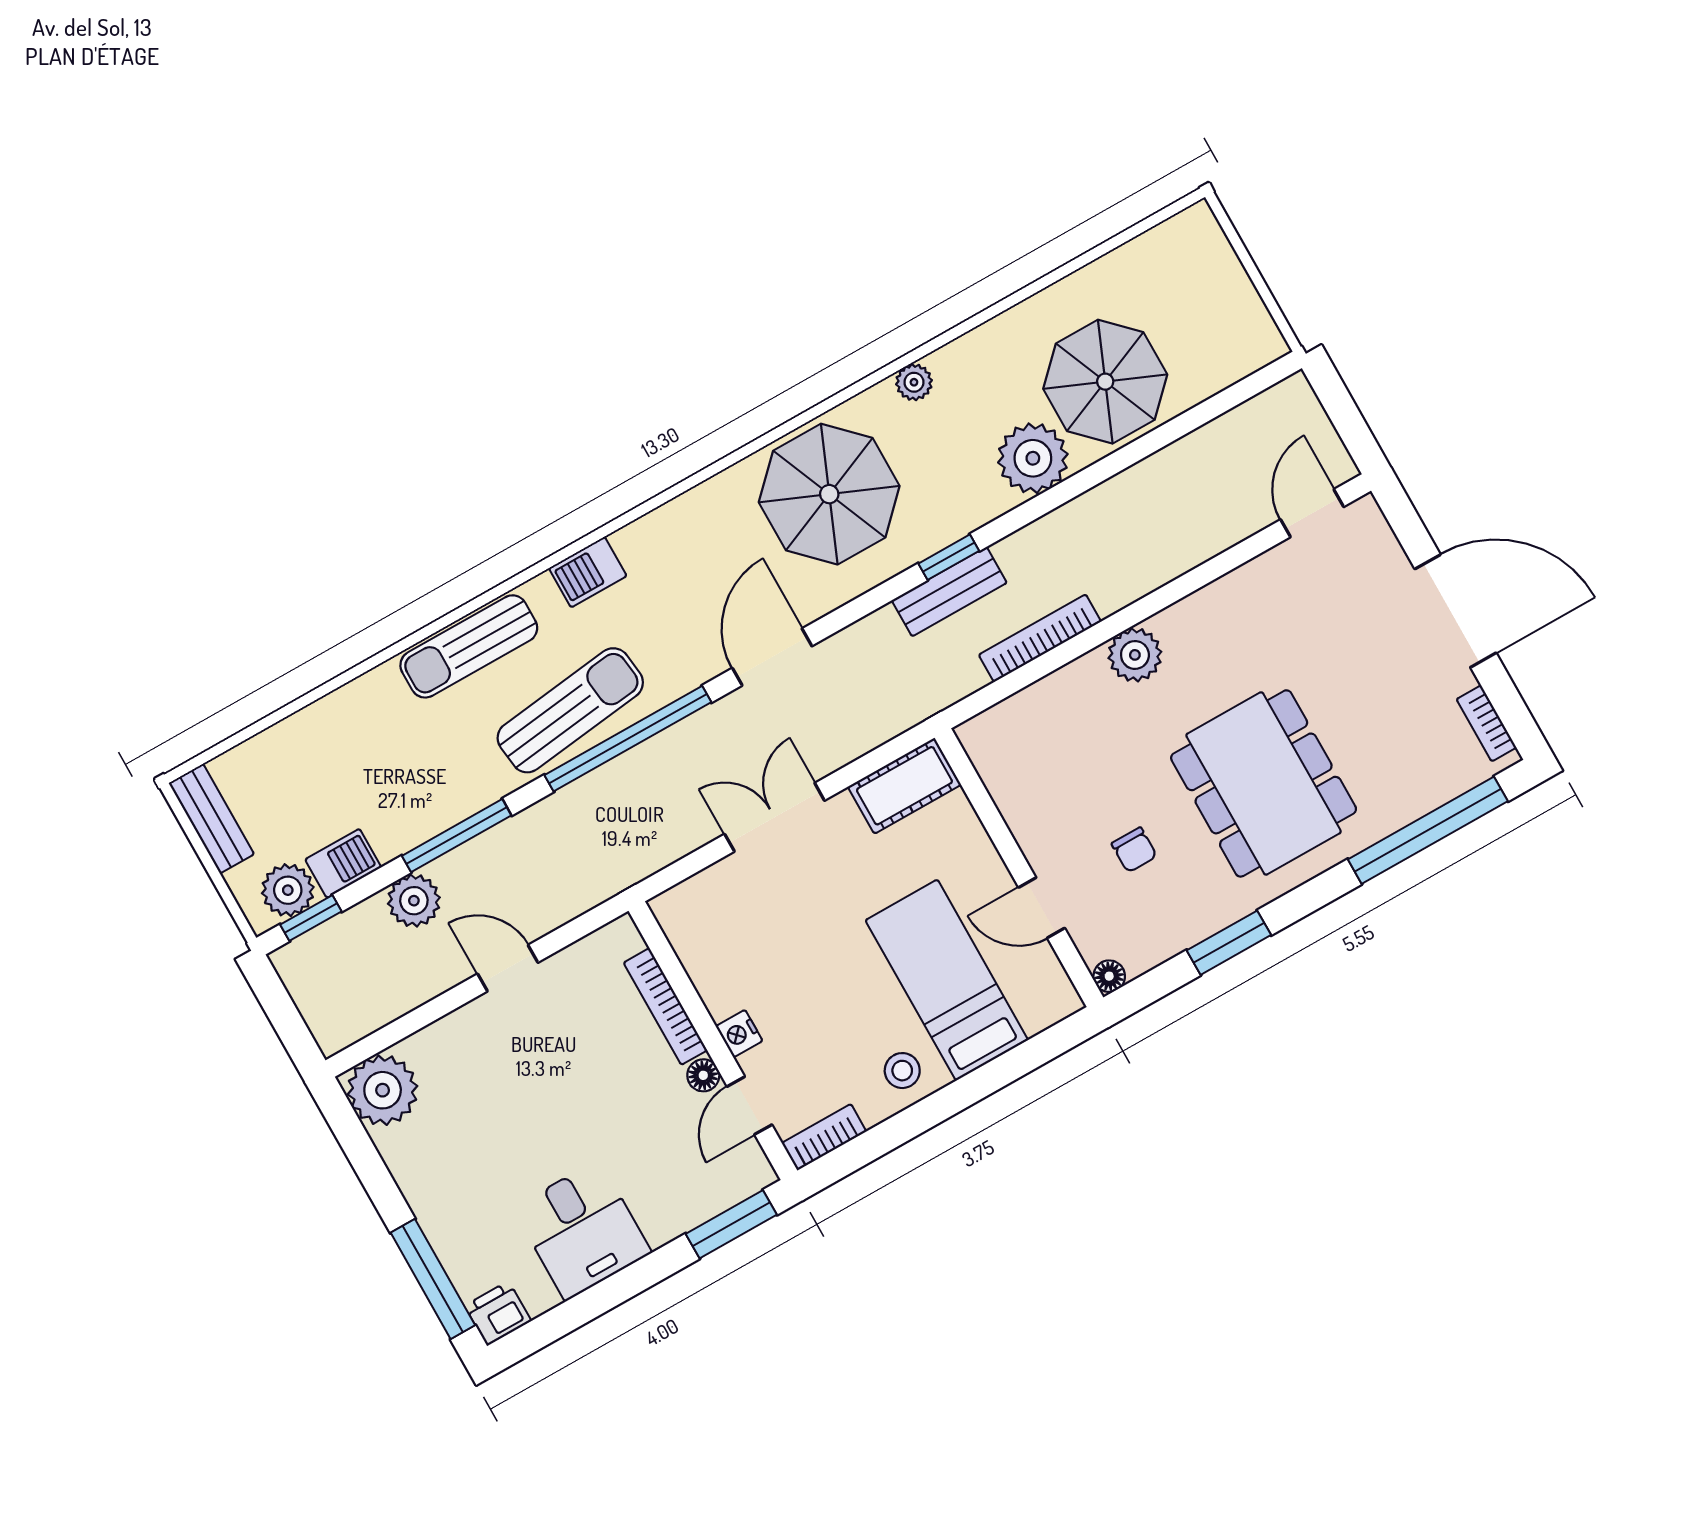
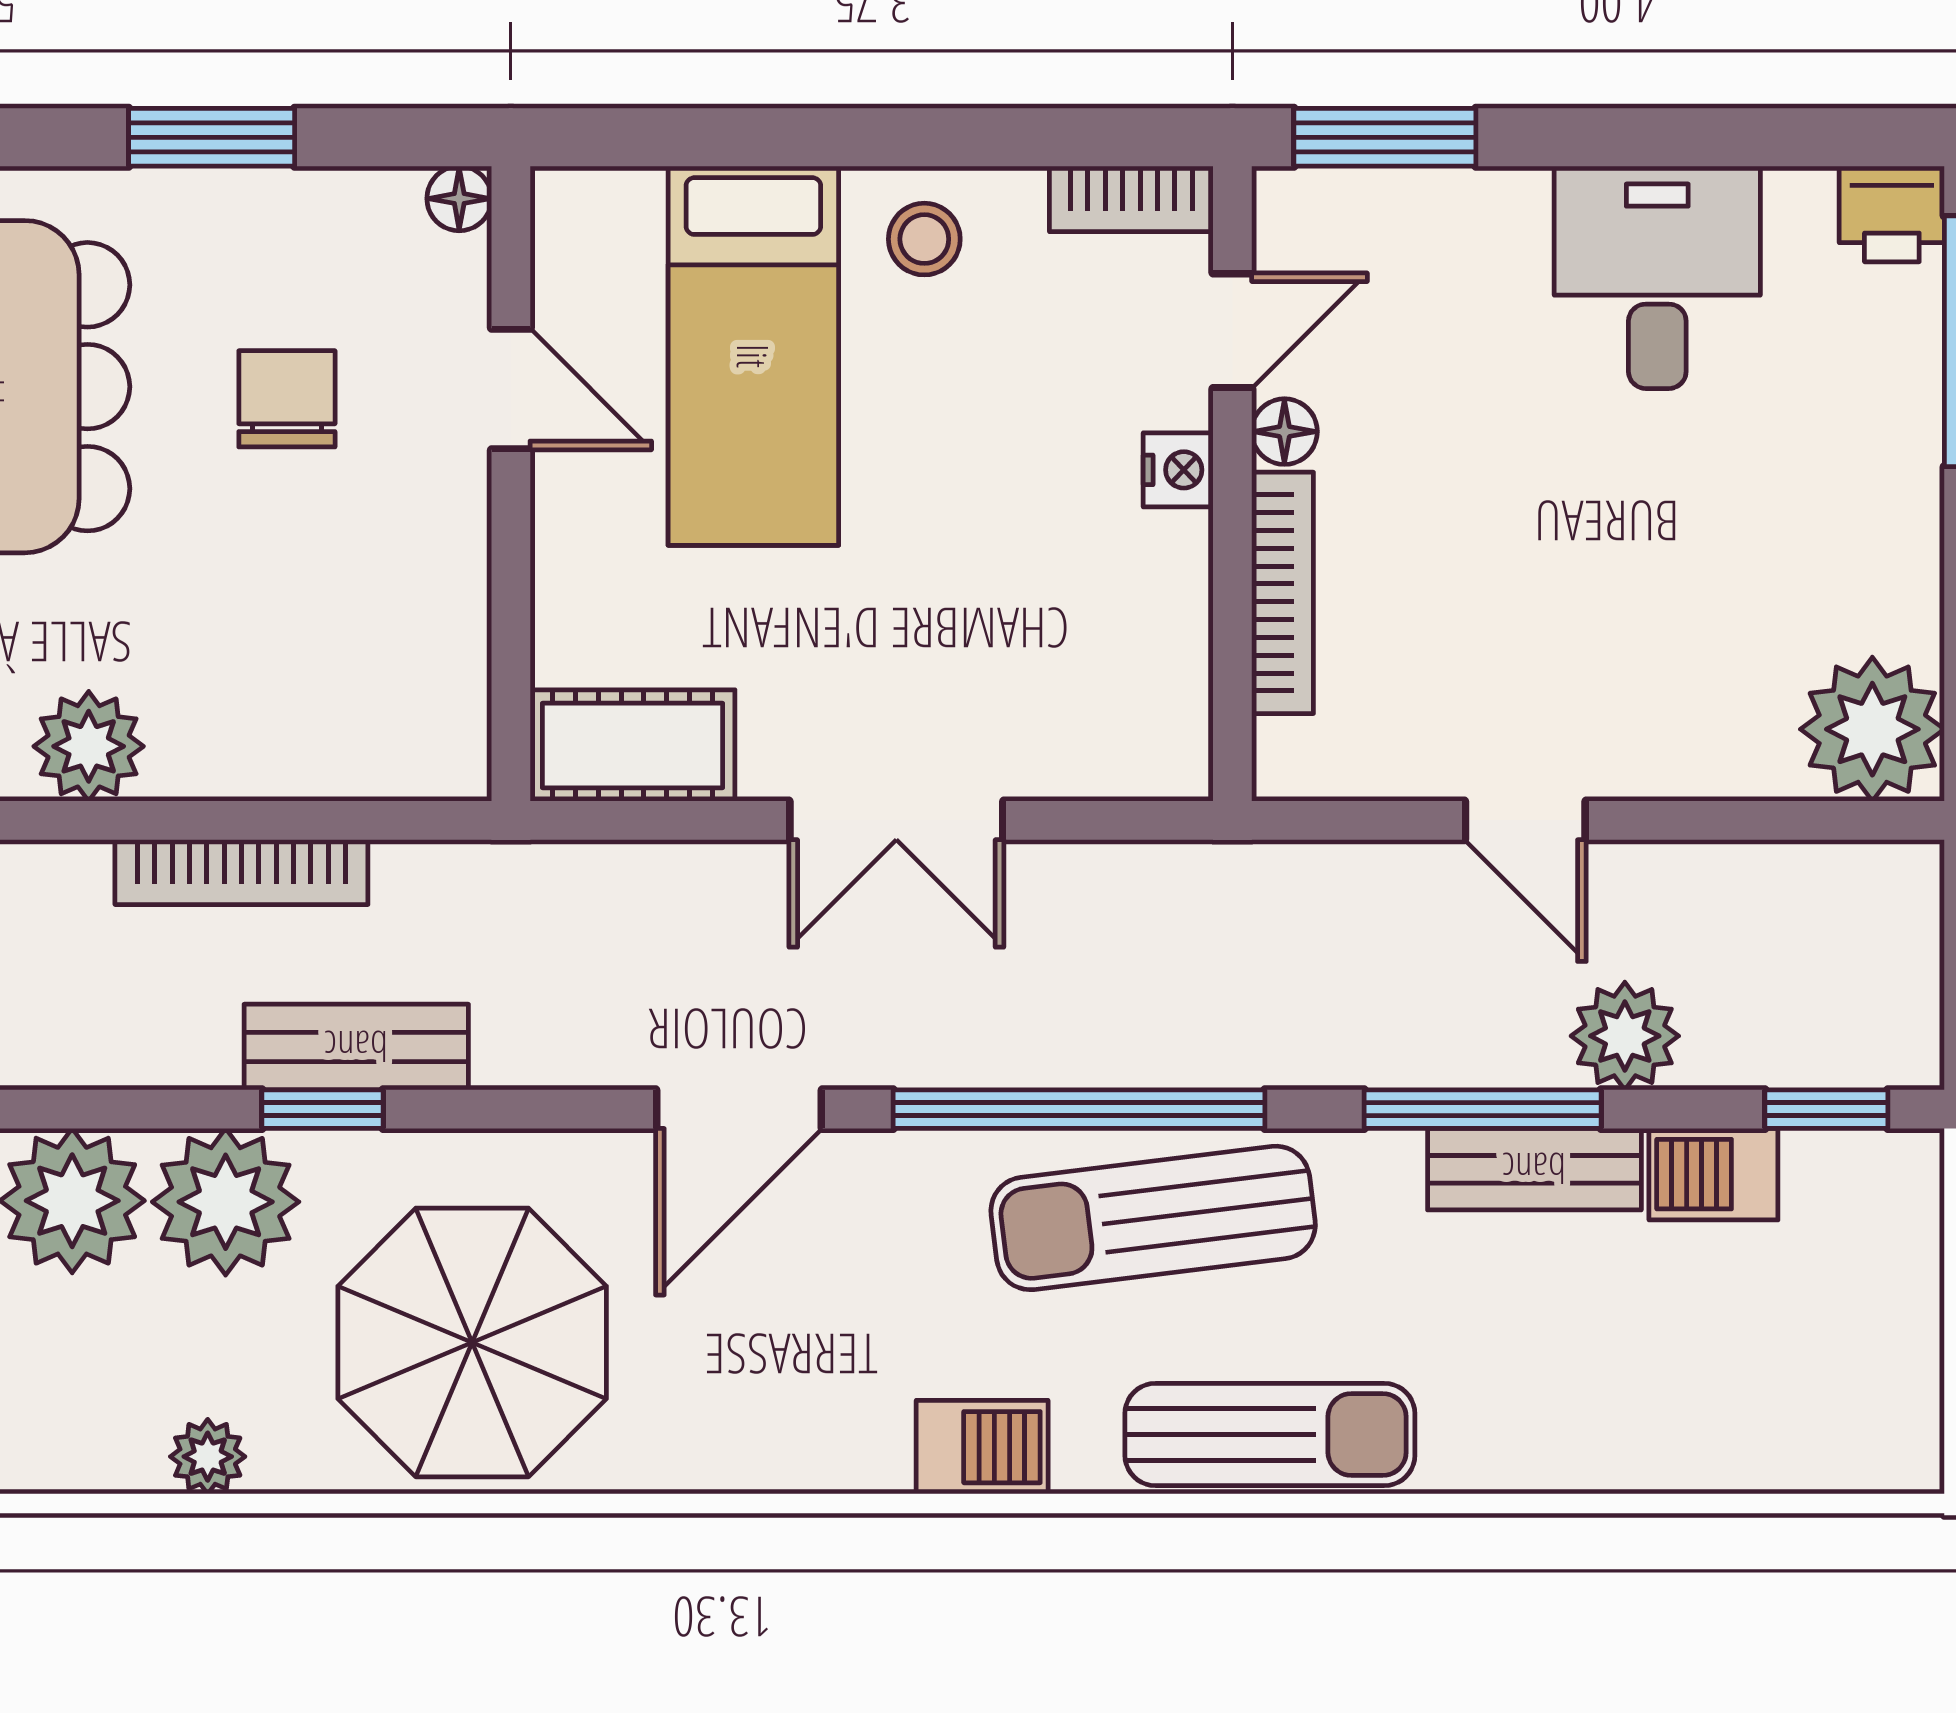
bench: (211, 819) -> (1534, 1169), moved, turned 90
chair: (1134, 850) -> (287, 399), width x1.37, depth x1.37
plant: (288, 890) -> (226, 1202), moved, width x1.36, depth x1.36

